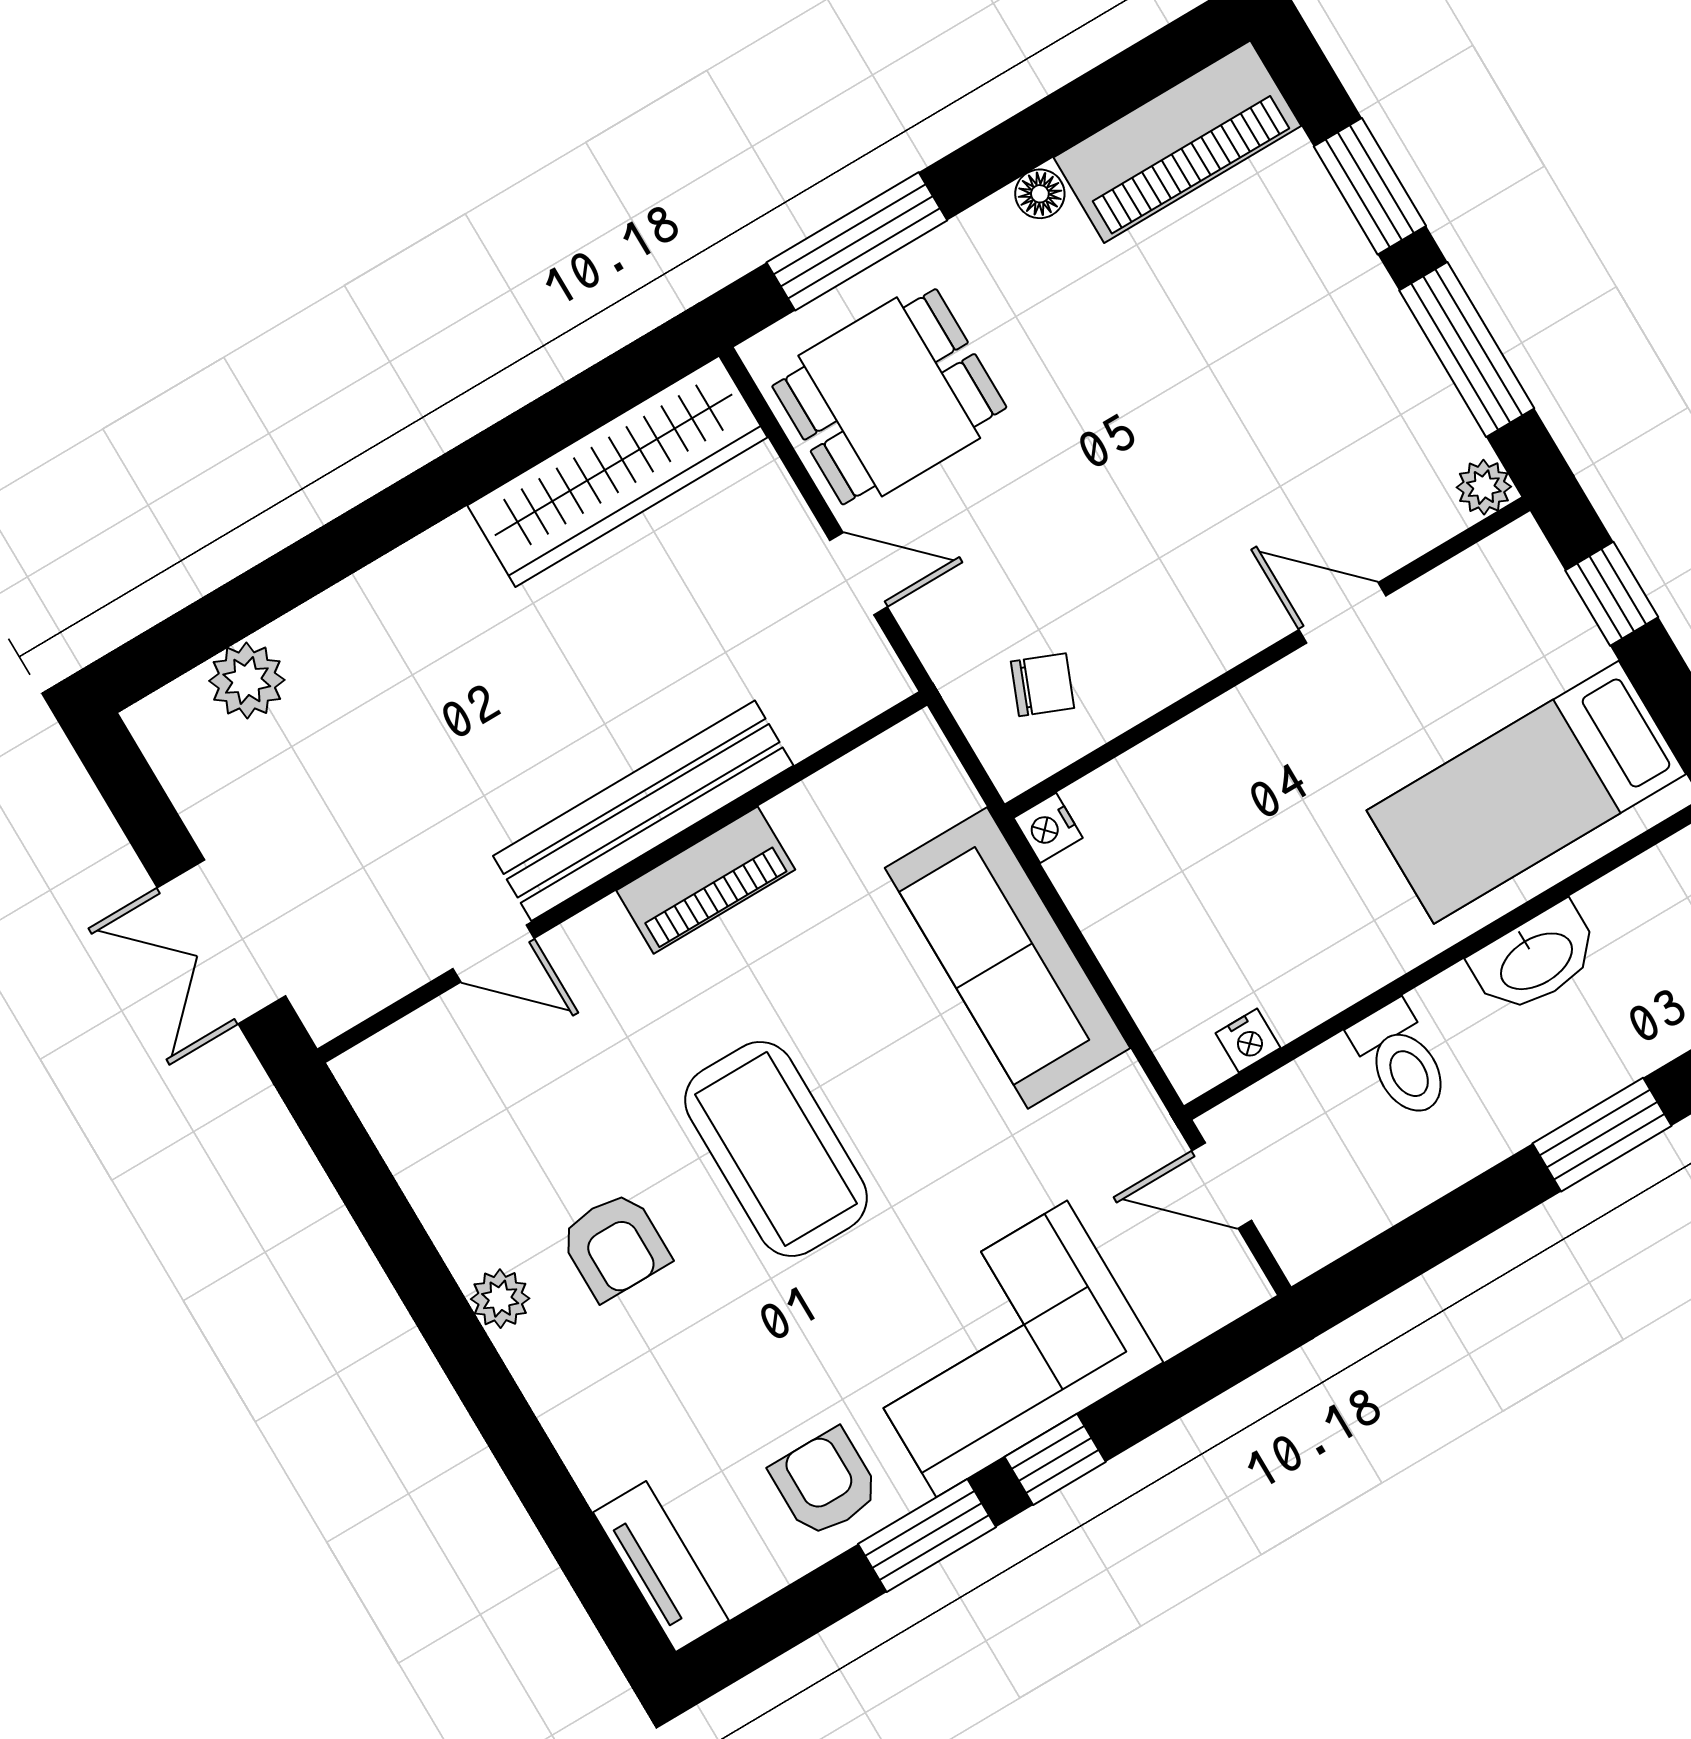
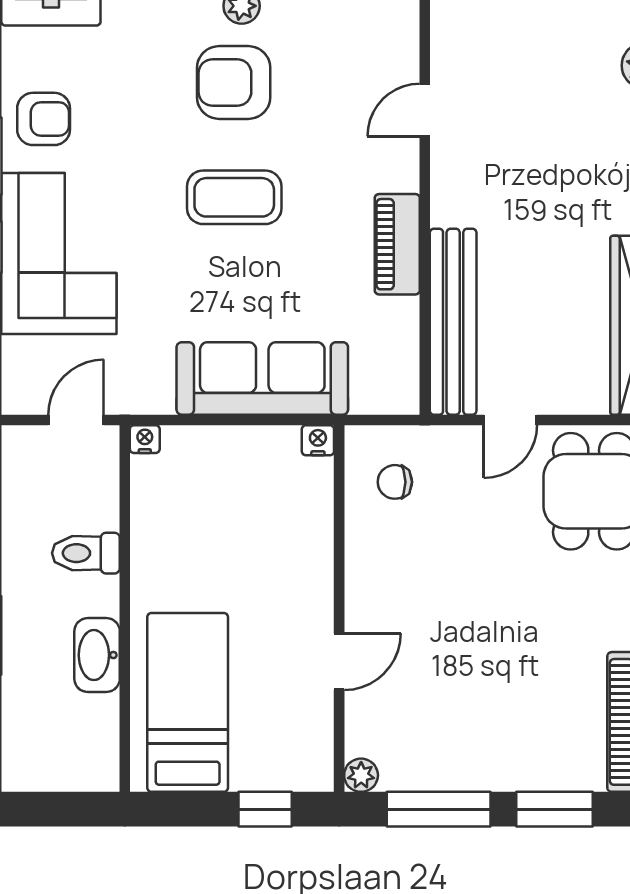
chair: (1042, 685) -> (395, 482), turned 68
bench: (643, 811) -> (453, 322), moved
nightstand: (1248, 1041) -> (145, 439), moved, turned 90
coffee table: (776, 1149) -> (234, 197), width x0.73, depth x0.76
armchair: (615, 1246) -> (234, 83), width x1.38, depth x1.38

